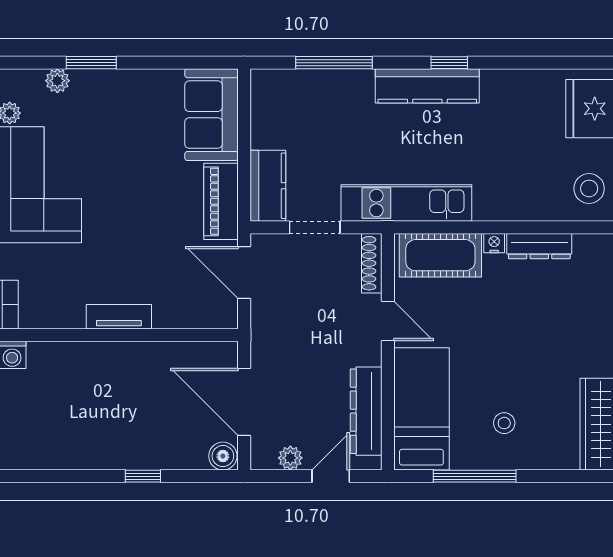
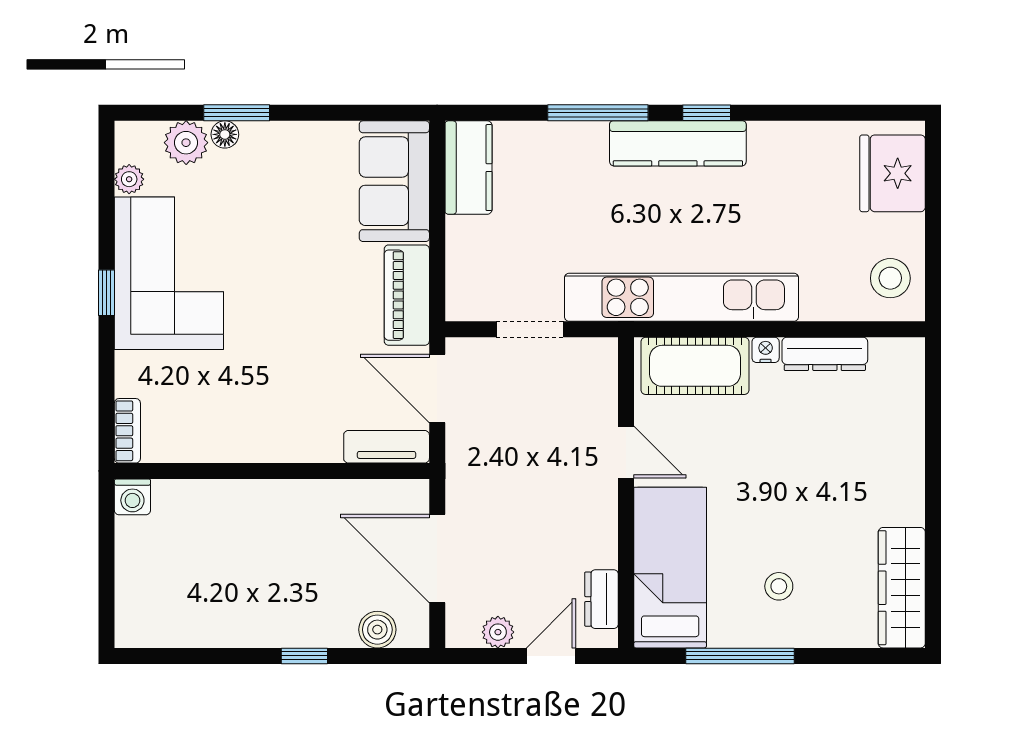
window: (334, 63) -> (598, 113), moved
floor lamp: (82, 79) -> (225, 134), added
plant: (57, 81) -> (186, 143), width x1.38, depth x1.38
kitchen counter: (268, 186) -> (468, 168), moved
kitchen unit: (406, 203) -> (682, 297), width x1.36
shoe rack: (372, 263) -> (605, 376), removed
tv unit: (119, 317) -> (387, 447), moved
dresser: (366, 411) -> (602, 599), width x0.51, depth x0.80
boiler: (223, 456) -> (377, 630), moved

